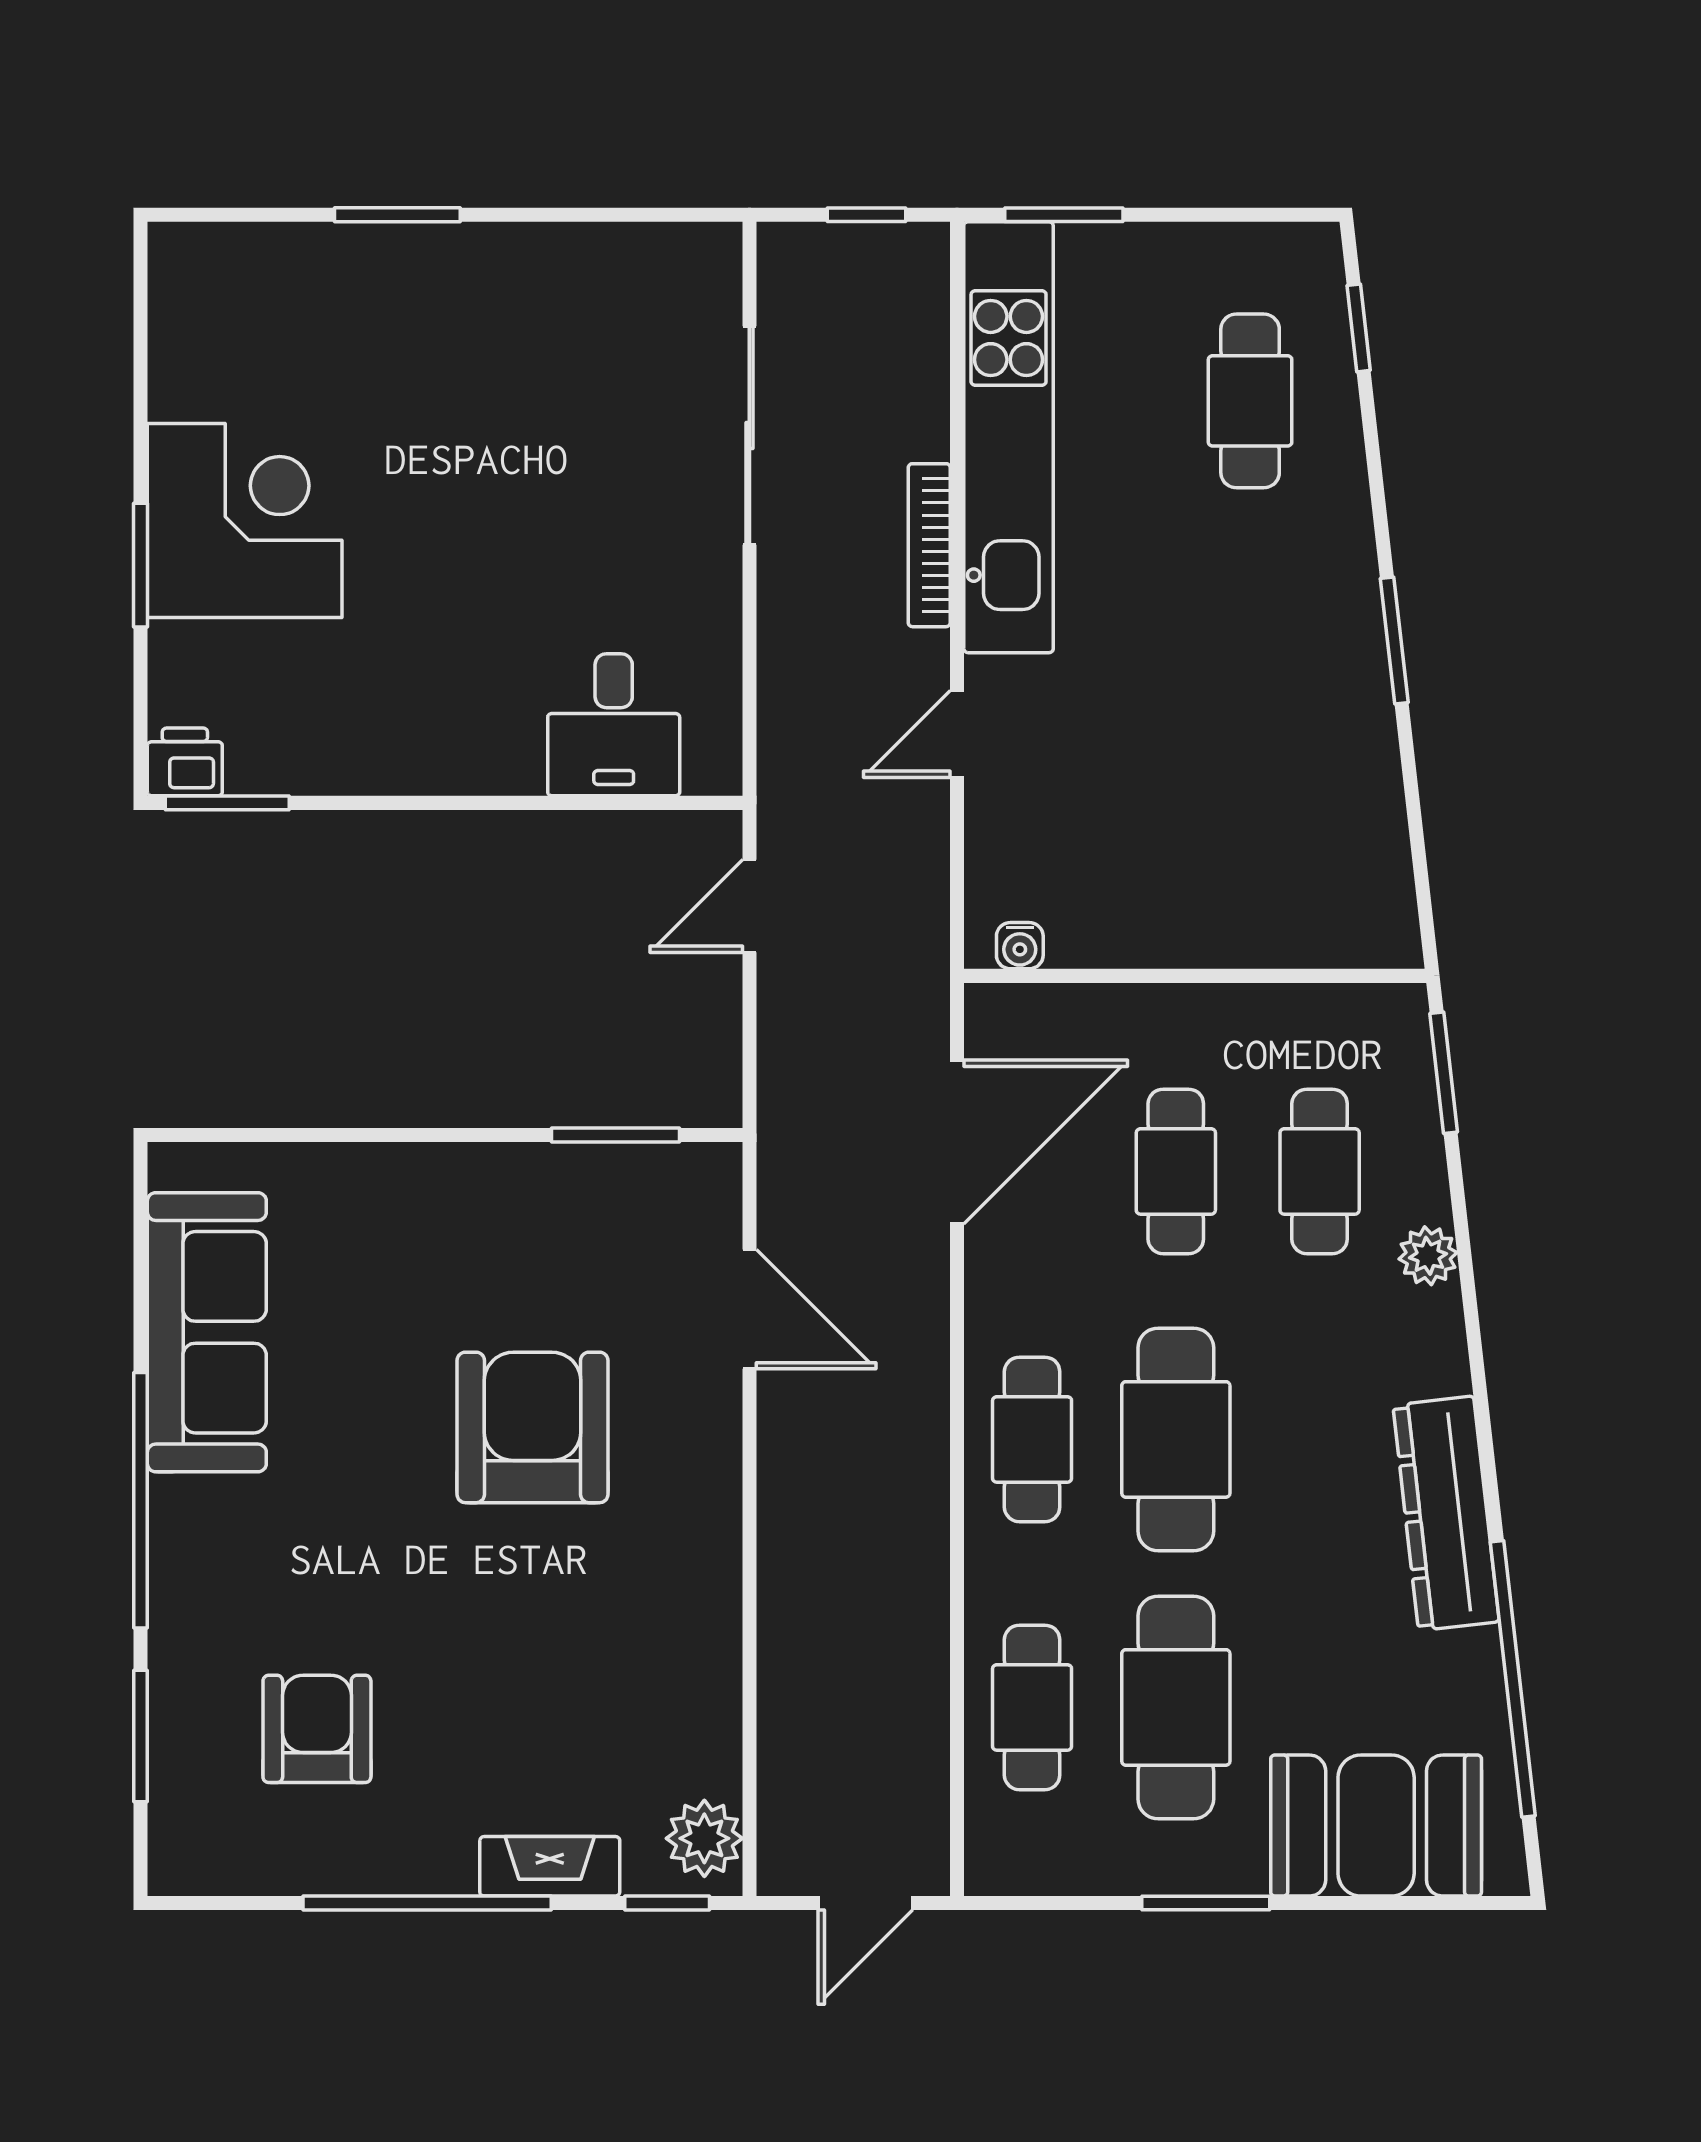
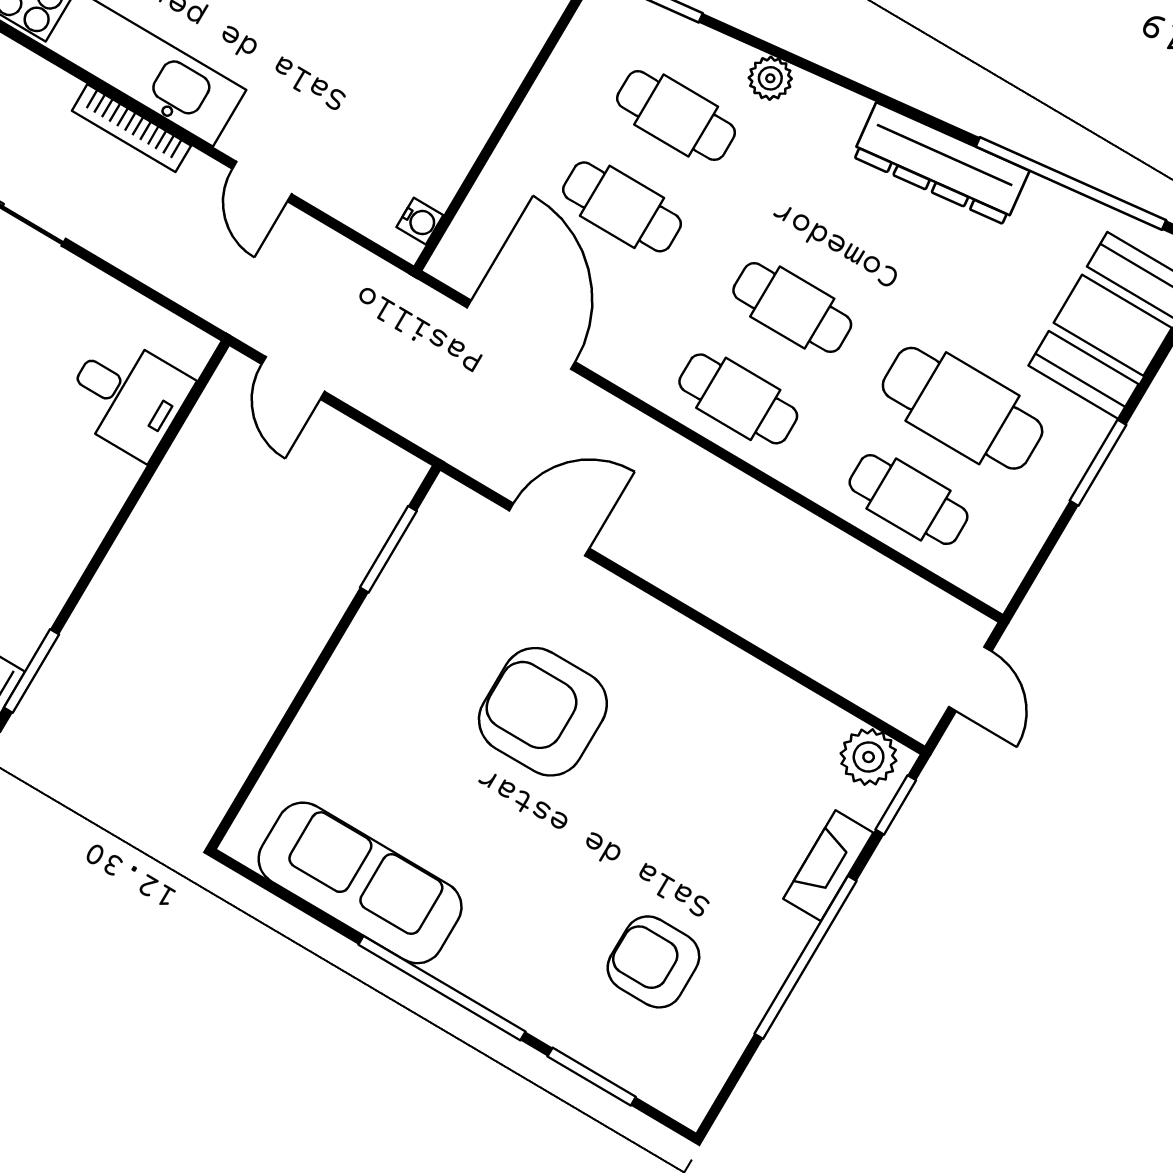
cafe table: (1176, 1439) -> (792, 308), width x0.73, depth x0.74

